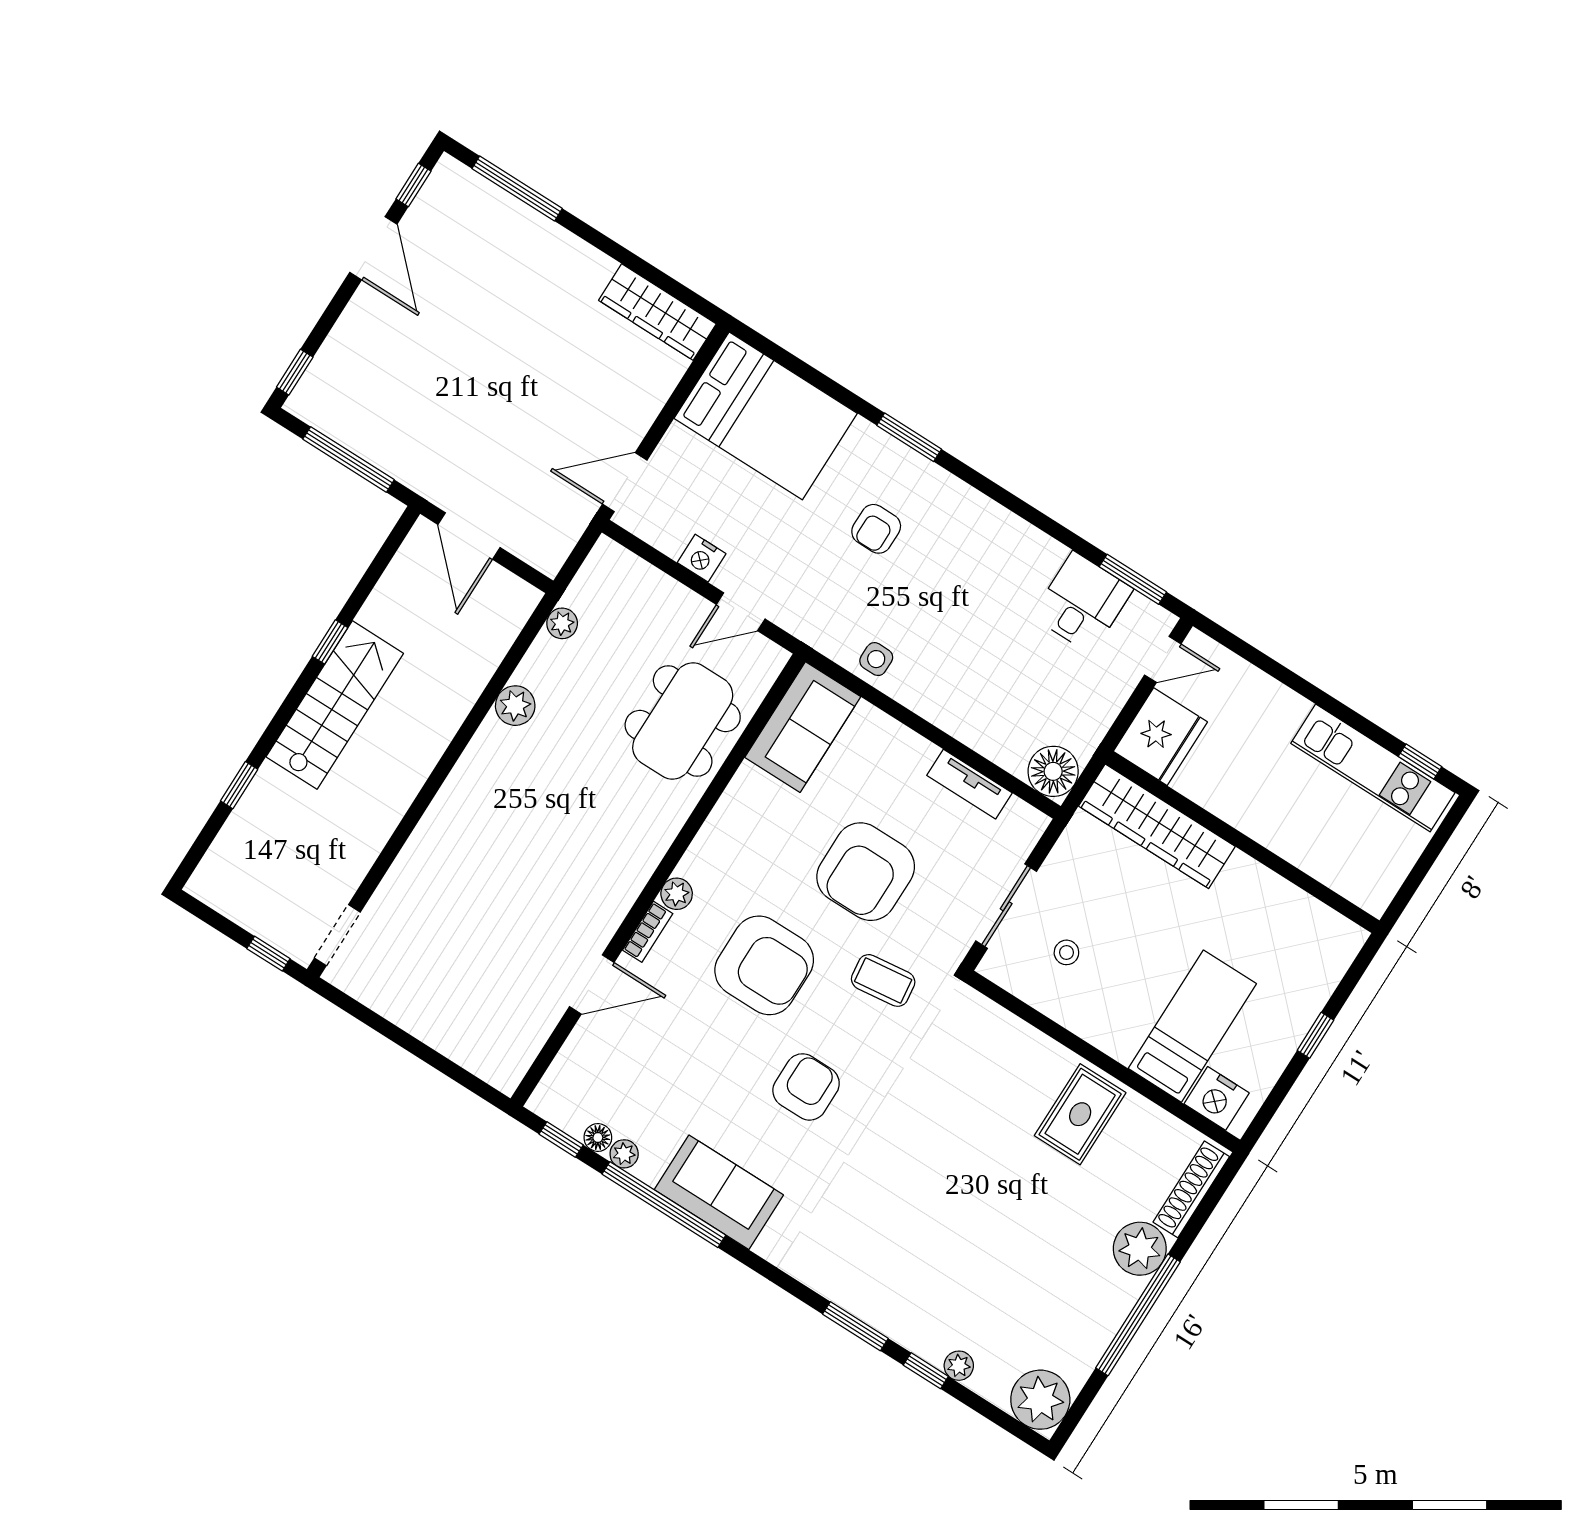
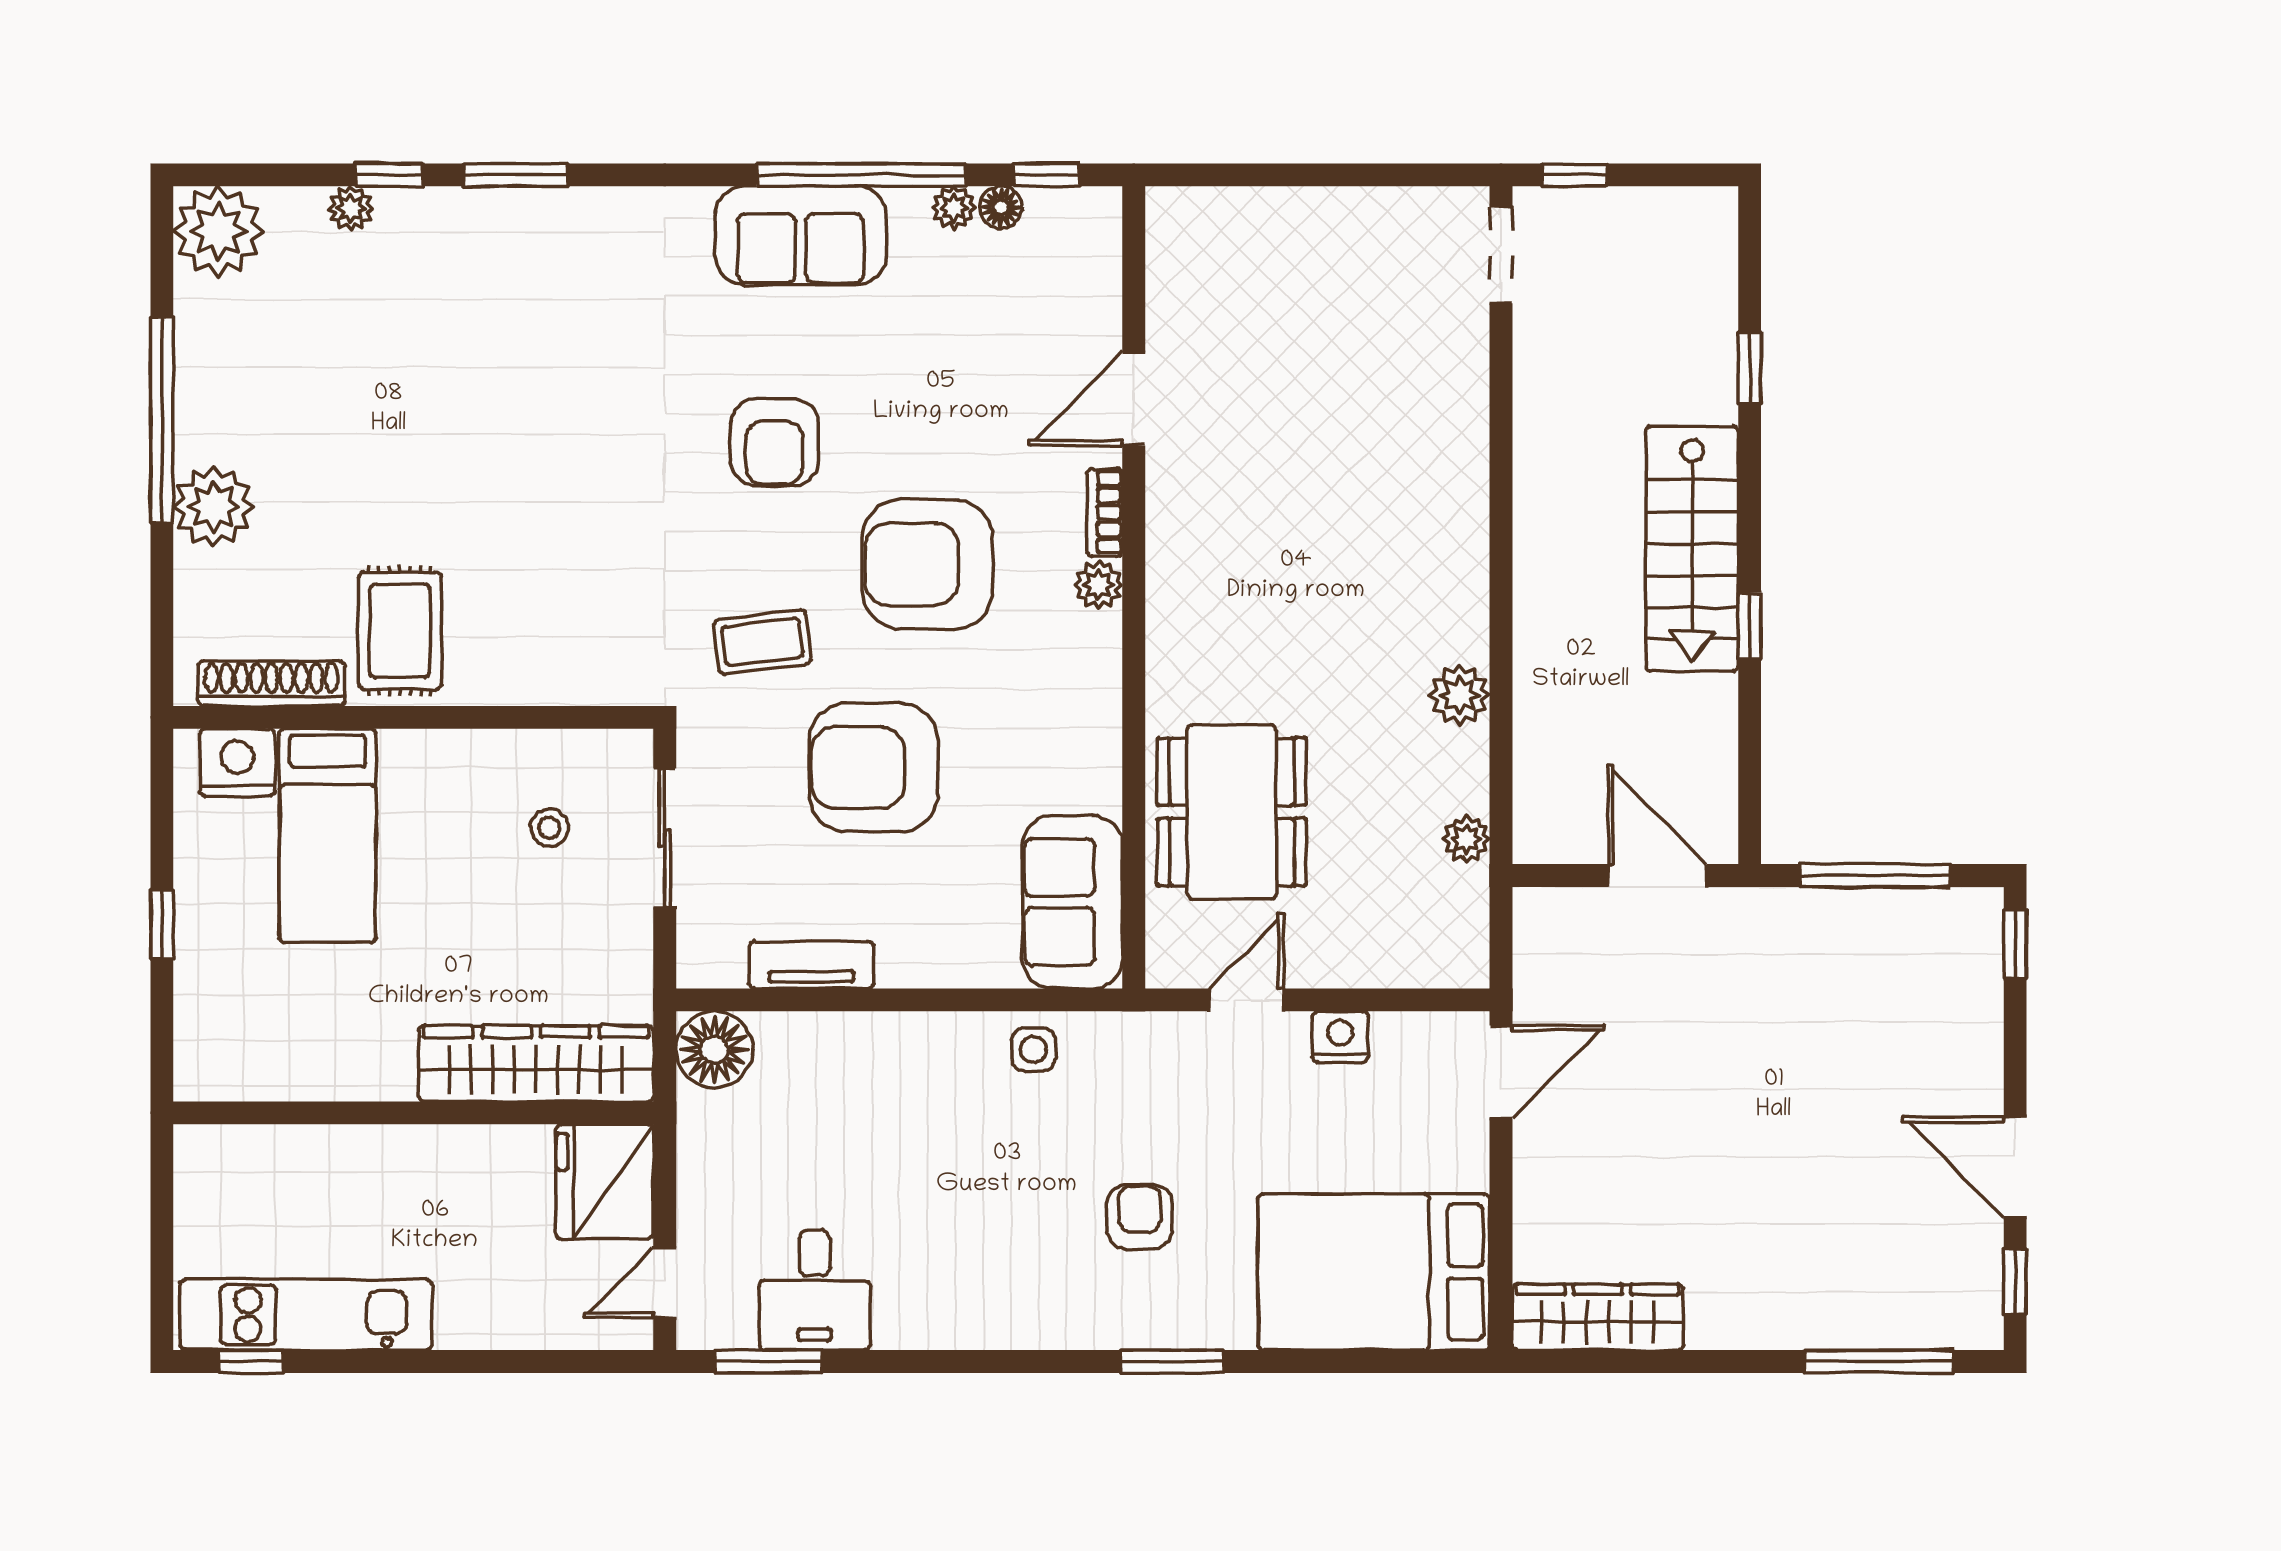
armchair: (866, 872) -> (874, 768), turned -90
shoe rack: (1191, 1189) -> (271, 683), moved, turned -90

